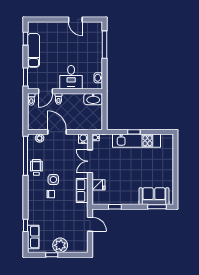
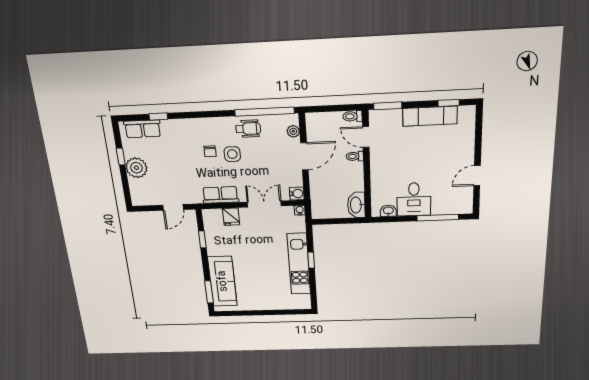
desk: (71, 77) -> (414, 199), moved, turned -90
sofa: (154, 196) -> (222, 281), width x1.36

